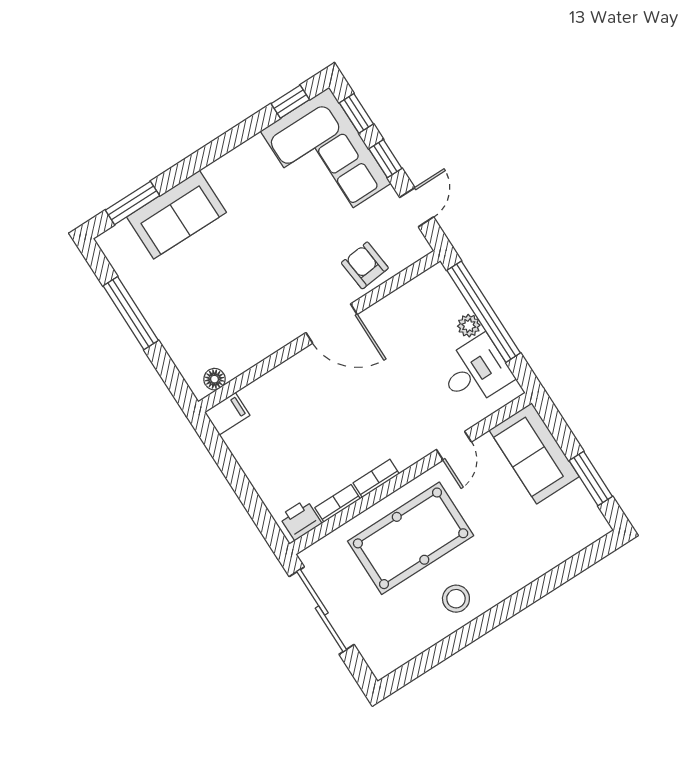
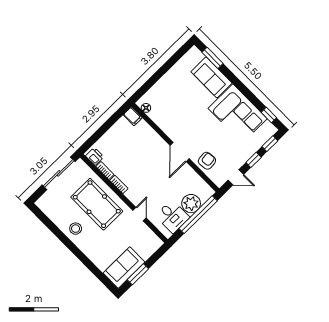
corner sofa: (326, 157) -> (238, 114), moved, turned -90
window: (131, 313) -> (166, 67), removed
plant: (469, 326) -> (191, 204), width x1.88, depth x1.88
door: (454, 446) -> (139, 214), swing flipped
sofa: (534, 453) -> (124, 268), moved

